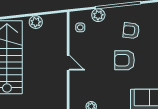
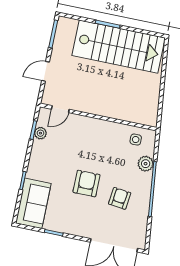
plant: (36, 22) -> (153, 89), removed
door: (68, 63) -> (60, 109), moved

